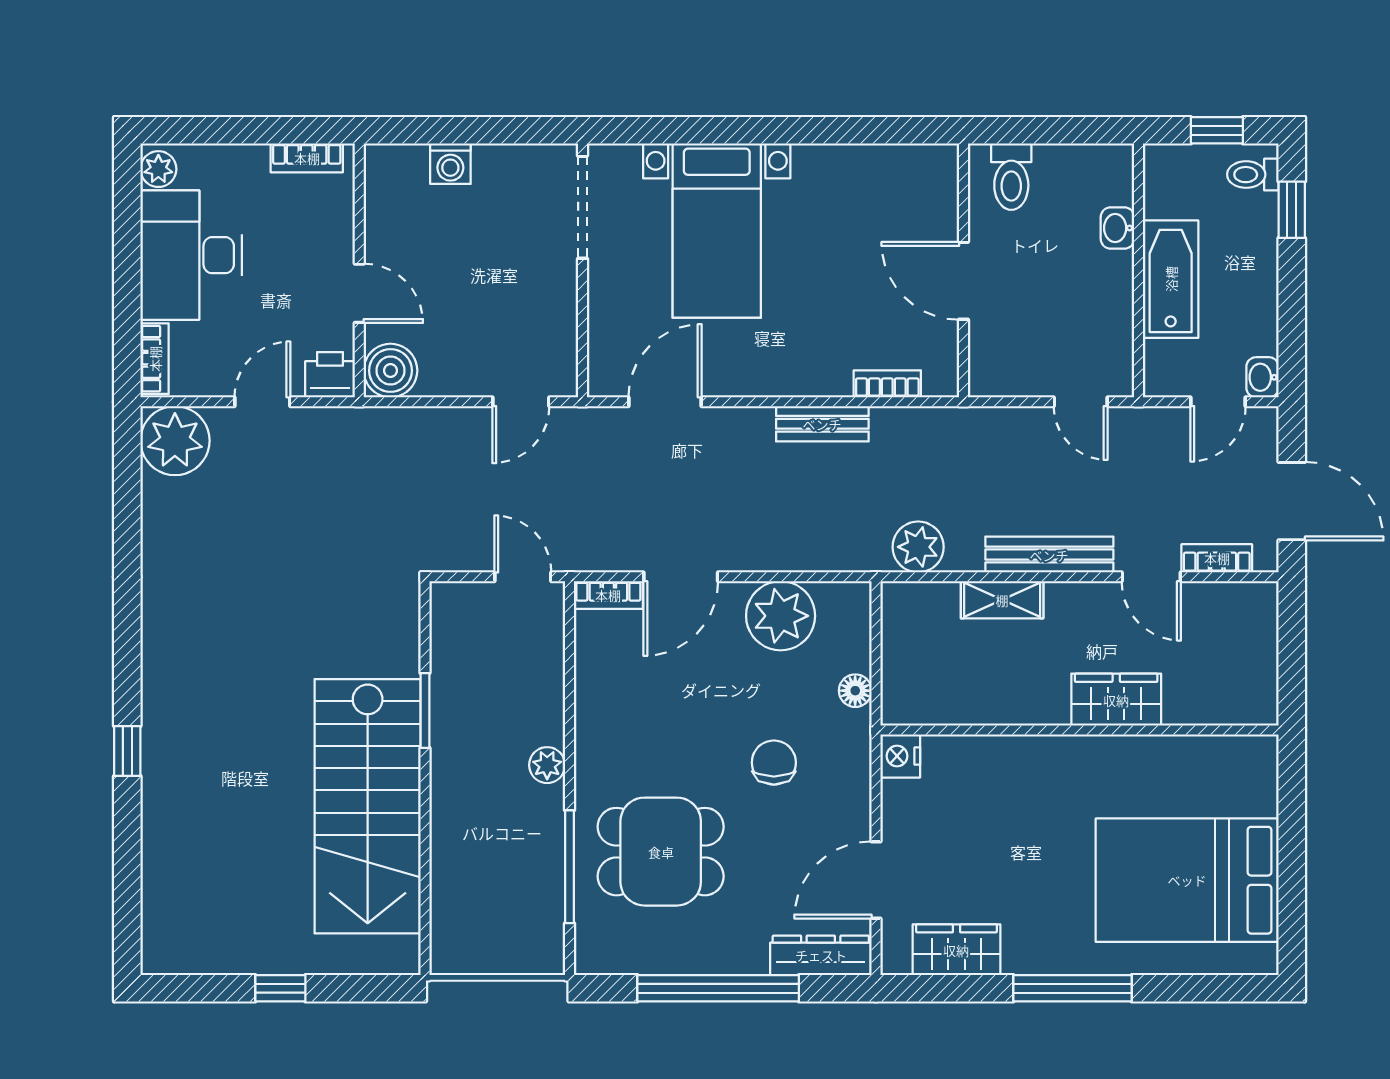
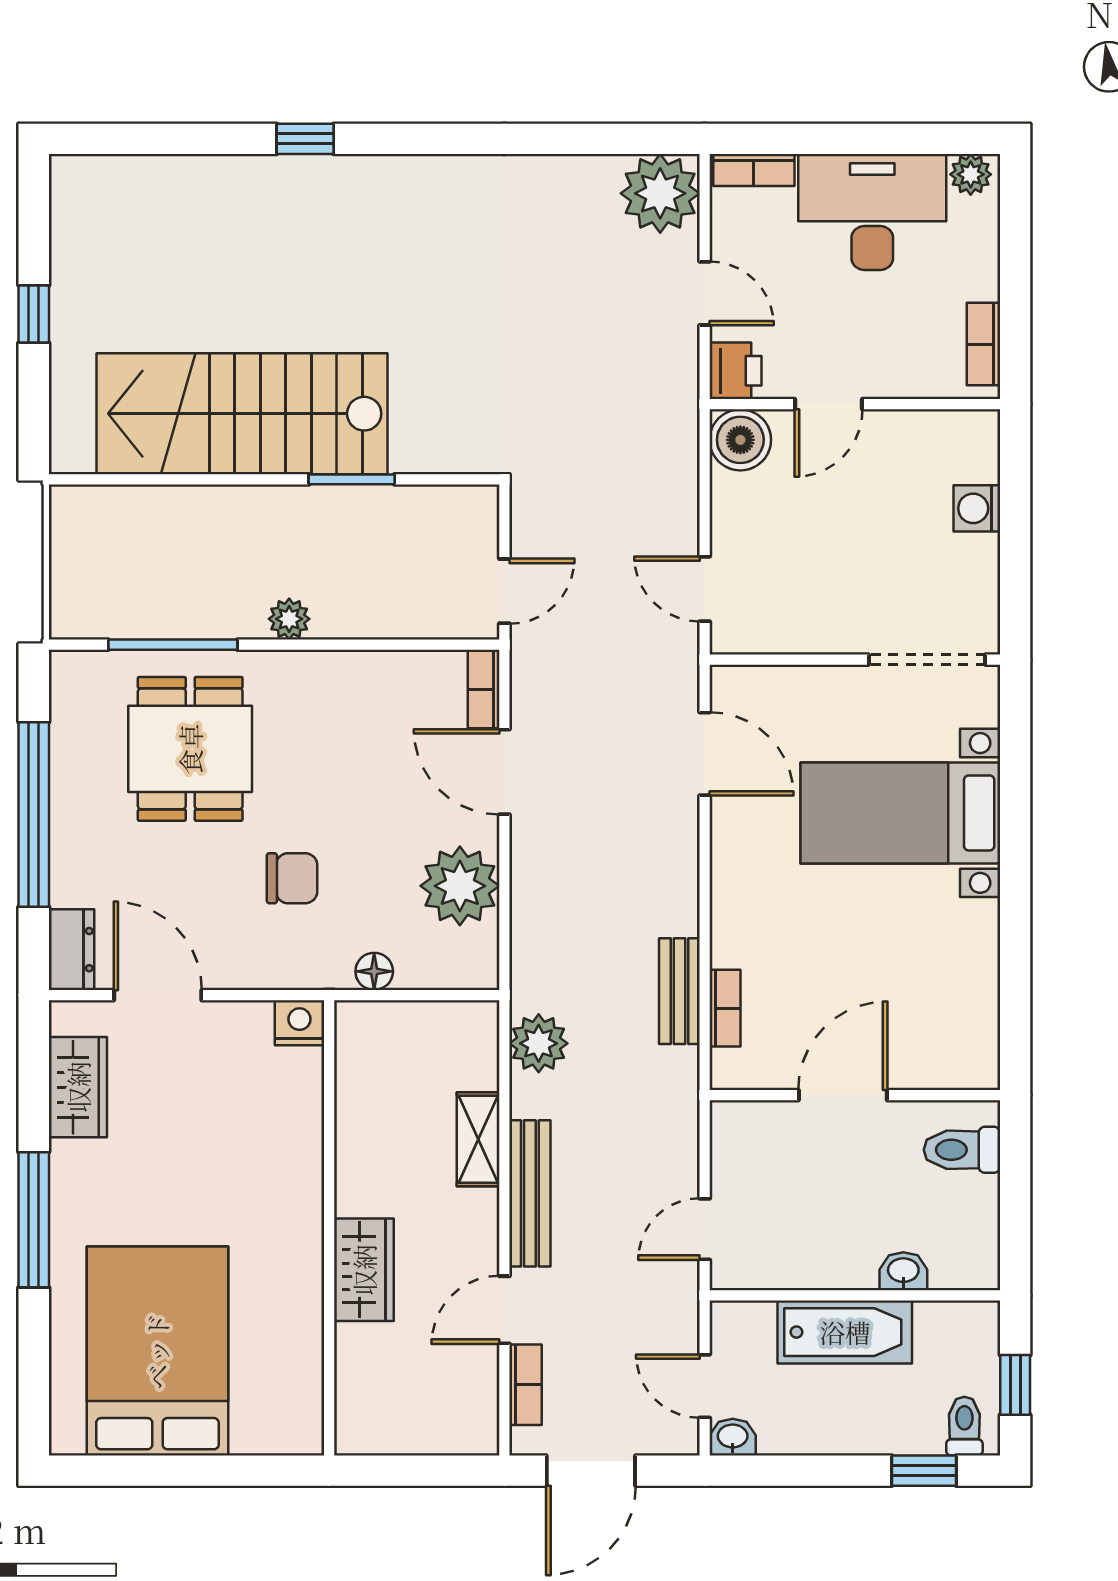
bench: (822, 424) -> (679, 991), moved
dresser: (821, 955) -> (71, 950), width x0.70

